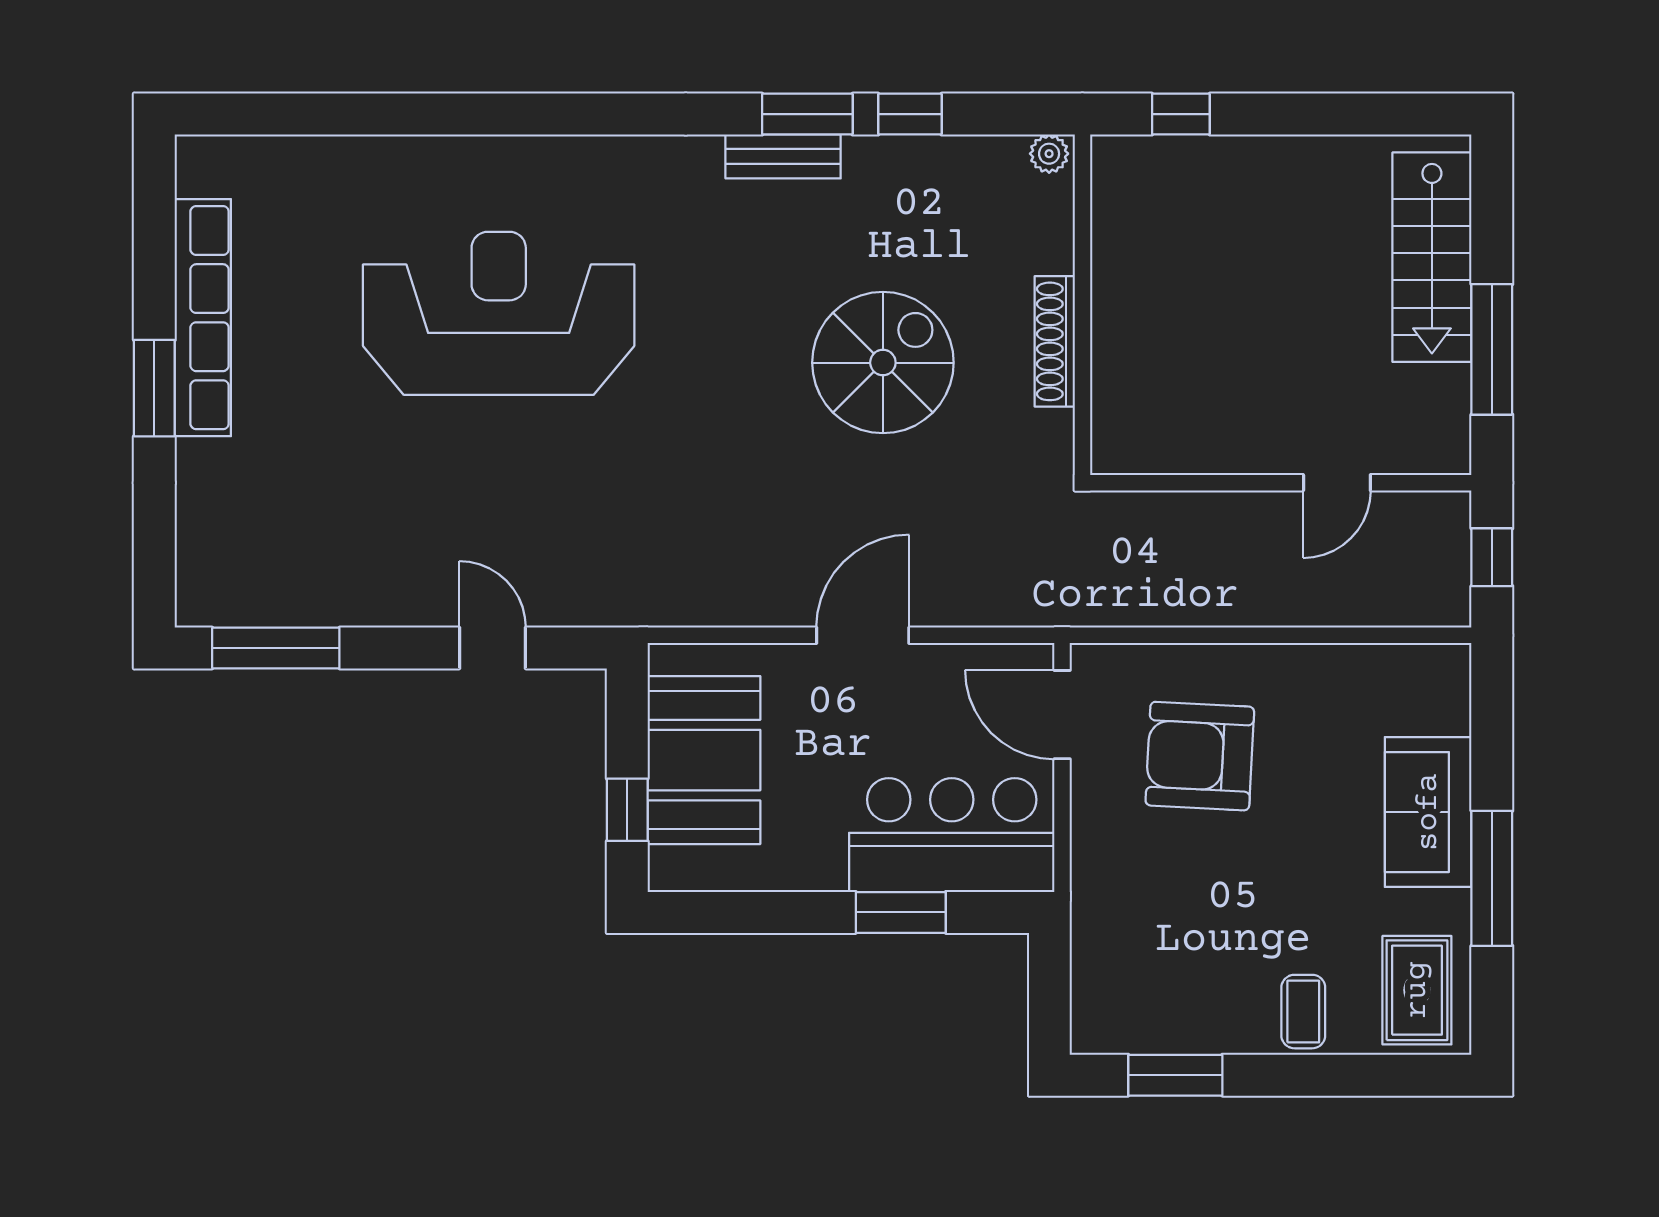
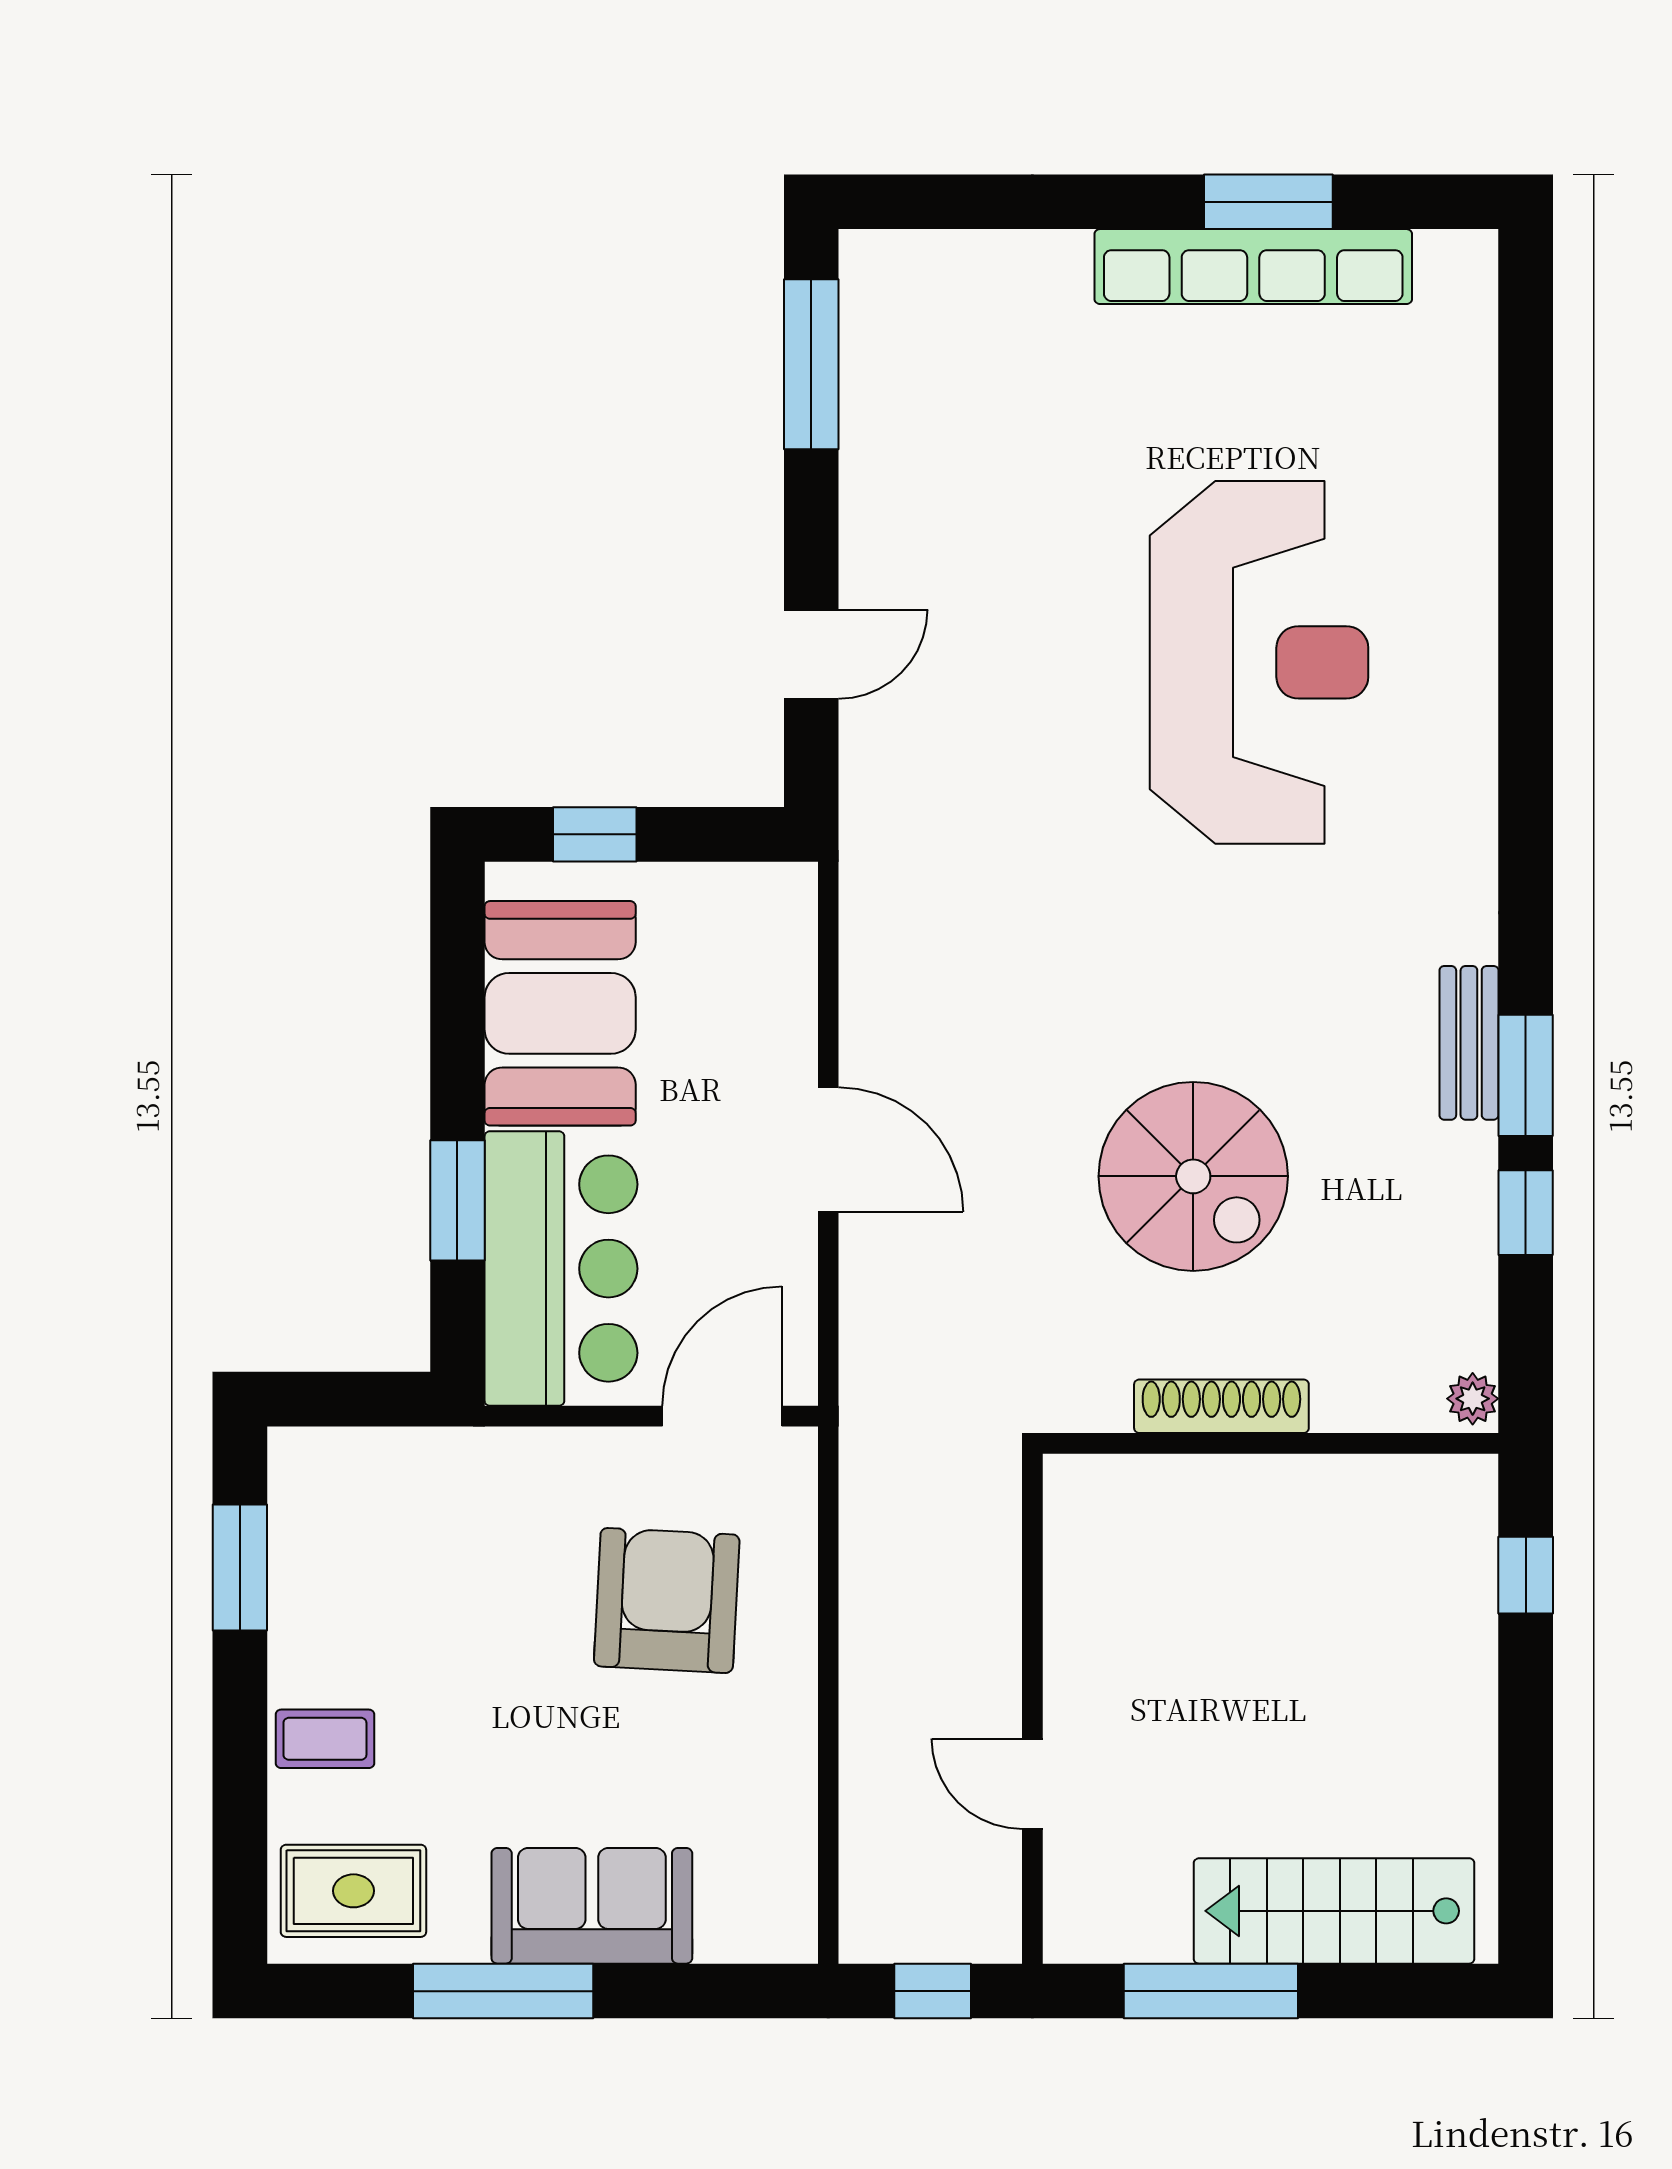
window: (154, 388) -> (1268, 202), moved
booth: (704, 760) -> (560, 1013), moved, turned 90

